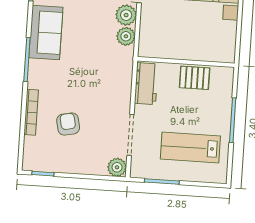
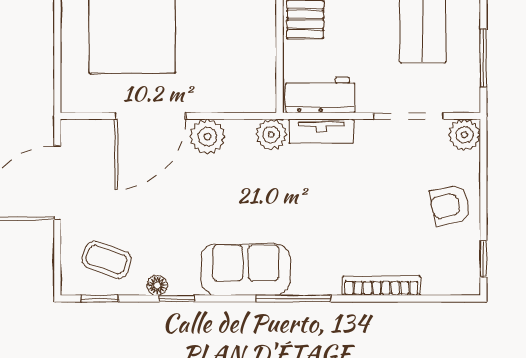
plant: (126, 36) -> (271, 135), moved
tv unit: (125, 83) -> (321, 131), added
armchair: (68, 124) -> (450, 205), moved

